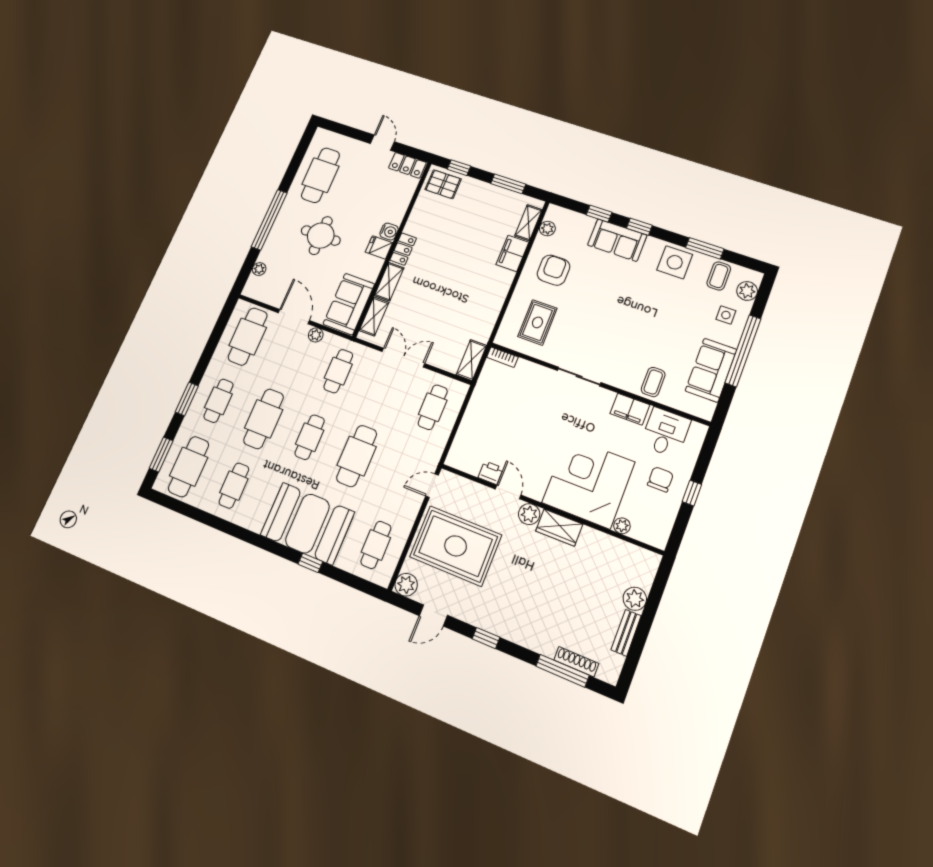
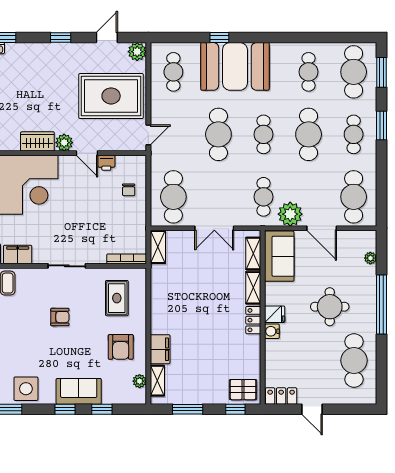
armchair: (608, 324) -> (60, 317), added
plant: (316, 335) -> (290, 214), width x1.88, depth x1.88
bookcase: (502, 357) -> (127, 259), width x1.56
cafe table: (433, 407) -> (173, 197), width x1.37, depth x1.35
chair: (478, 433) -> (129, 190), added

